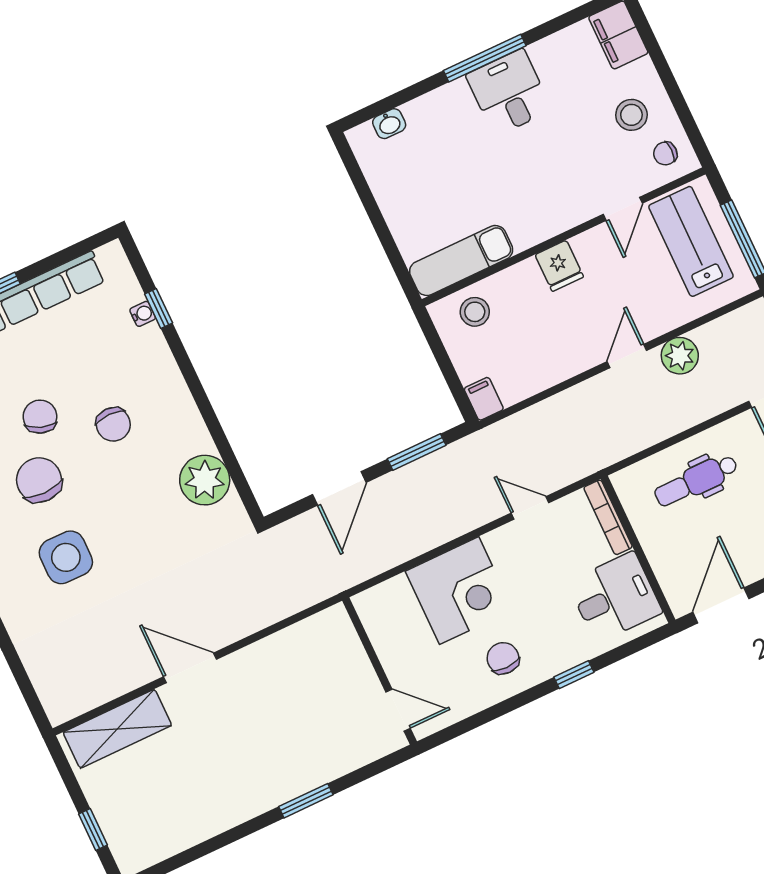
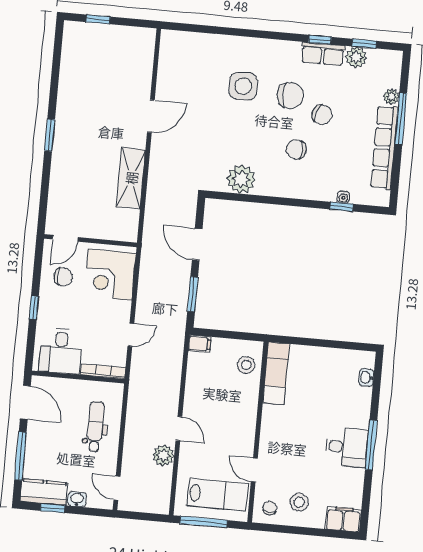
fridge: (559, 266) -> (244, 421), removed
wall: (380, 671) -> (90, 241), moved
door: (398, 710) -> (65, 238), moved
shelving: (117, 729) -> (131, 178), moved

